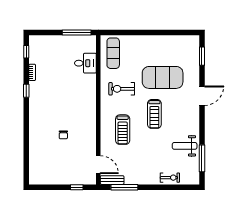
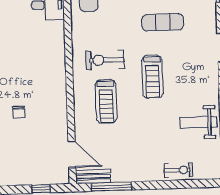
exercise mat: (163, 77) -> (163, 22), width x0.50, depth x0.69
exercise bike: (122, 89) -> (105, 60), moved

